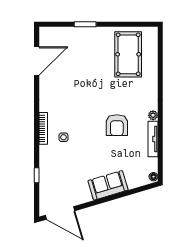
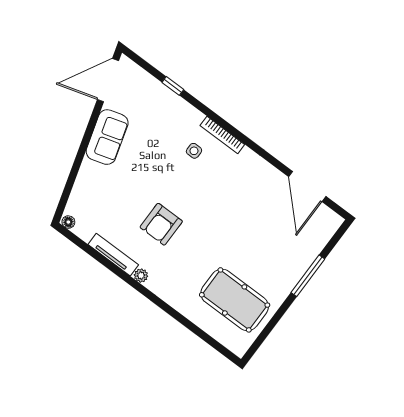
window: (85, 24) -> (308, 276), width x1.44
armchair: (117, 125) -> (161, 224), turned -90
sofa: (108, 185) -> (107, 137), moved

